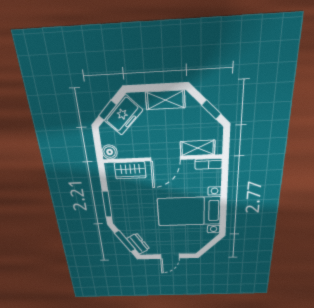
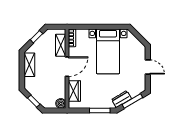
freezer: (123, 115) -> (37, 91), removed
door: (165, 159) -> (67, 67), hinge flipped
dresser: (138, 244) -> (122, 99), moved

